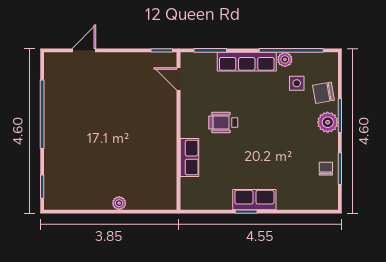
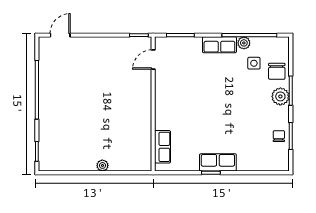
door: (84, 50) -> (60, 35), moved
row of seats: (247, 62) -> (219, 45), width x0.68
door: (178, 79) -> (153, 60), hinge flipped
chair: (323, 93) -> (277, 71), turned -80
wheelchair: (223, 123) -> (191, 97), removed
row of seats: (189, 158) -> (162, 147), moved

